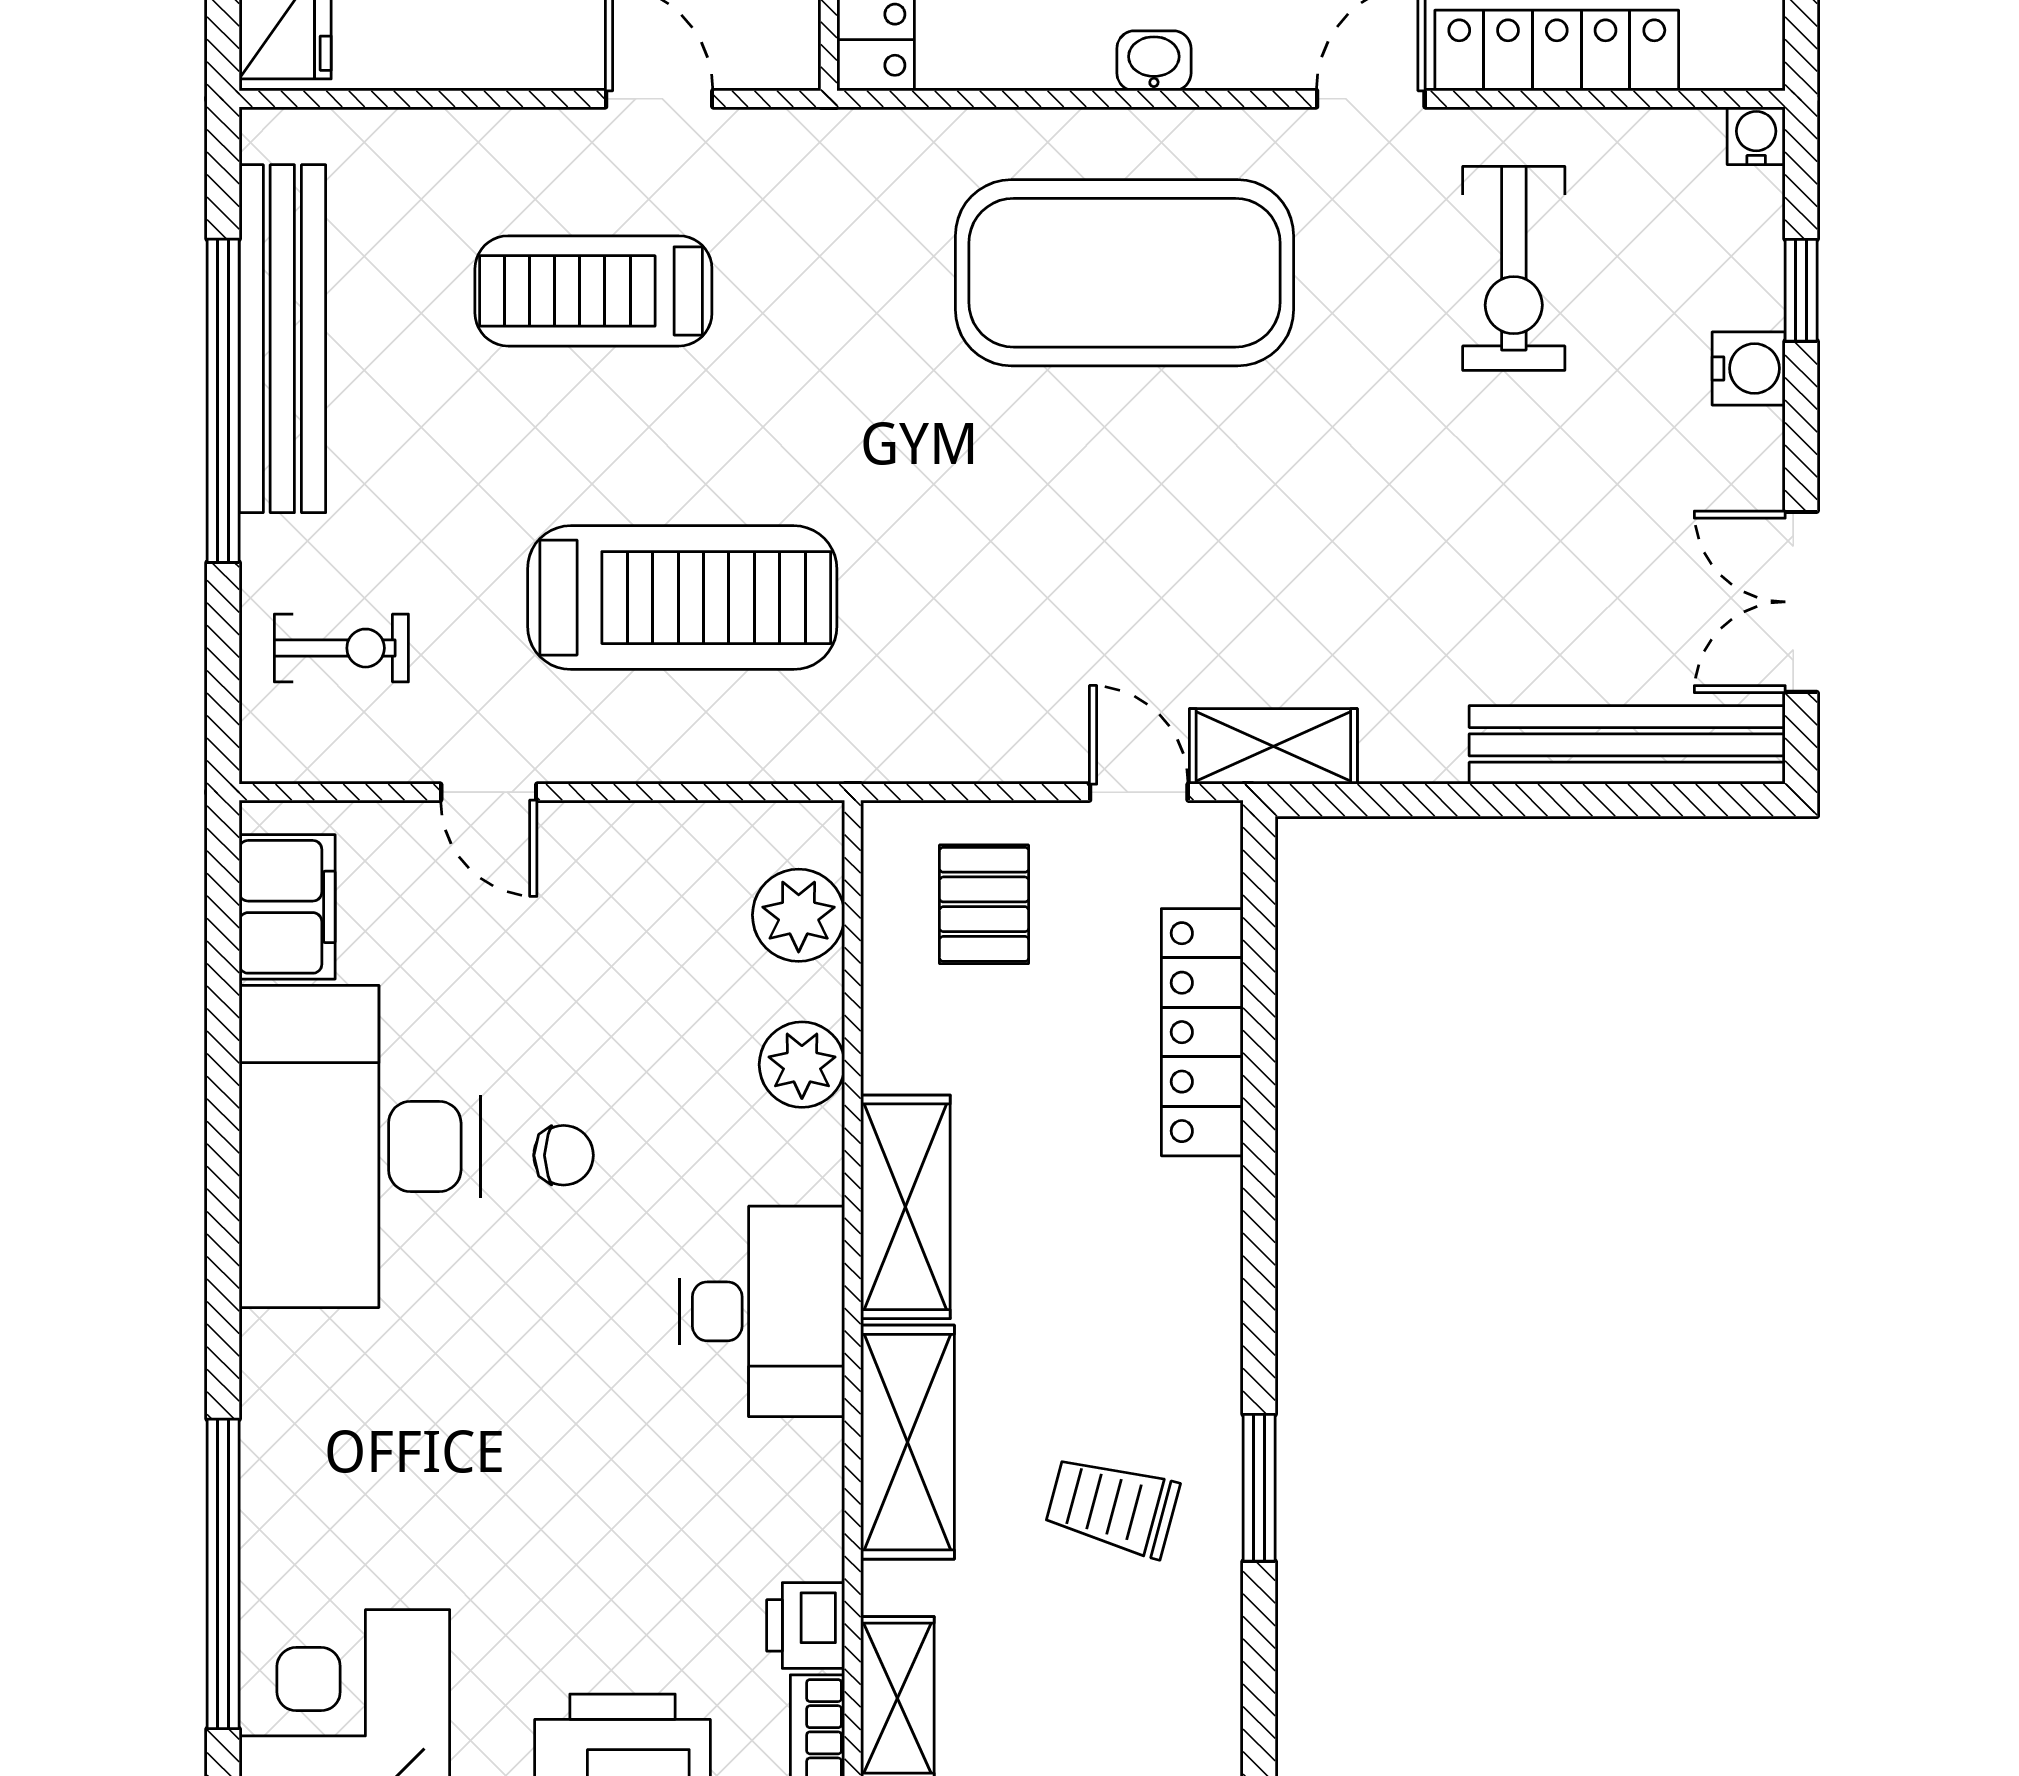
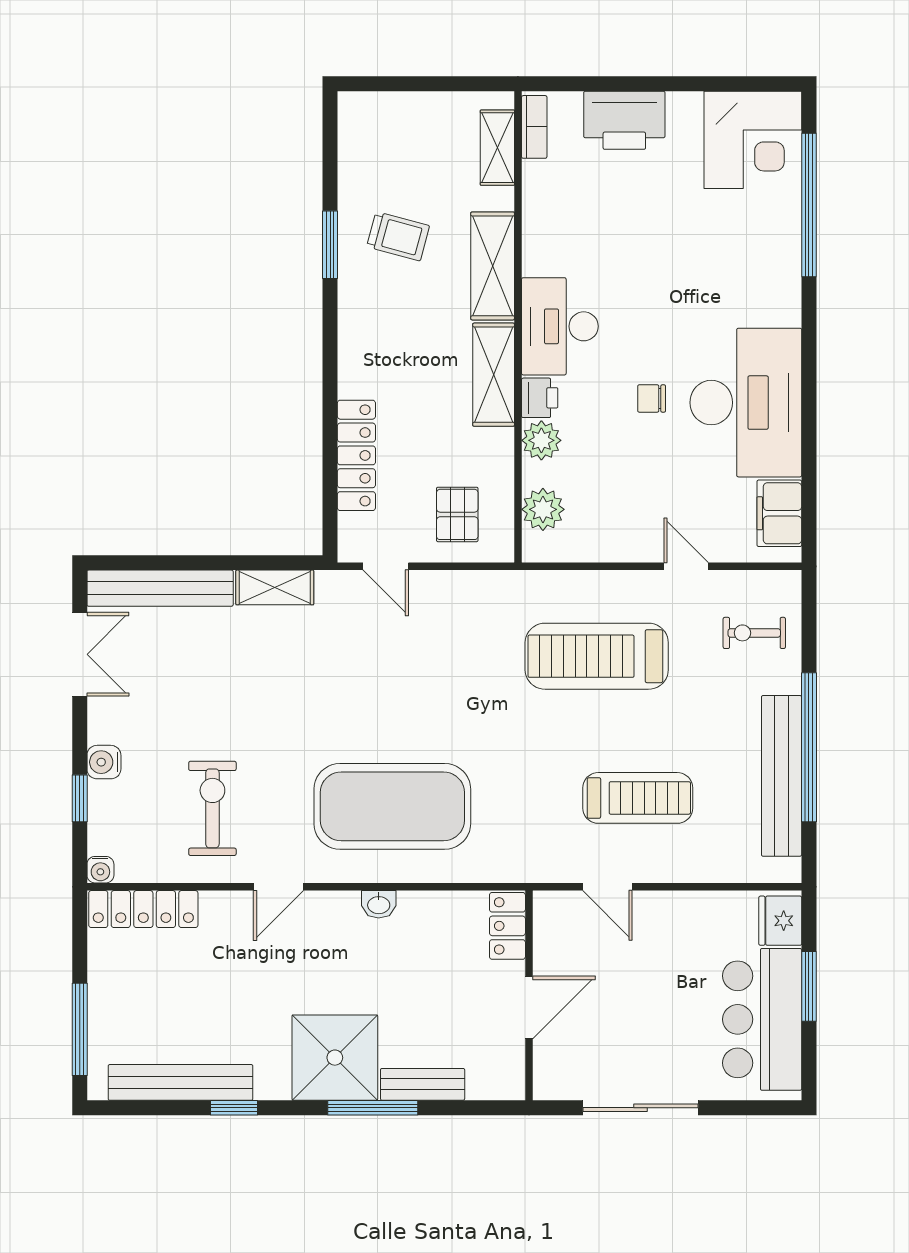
locker: (1557, 50) -> (143, 909), moved
shelving: (1273, 746) -> (275, 587), moved
printer: (806, 1625) -> (540, 398), moved

